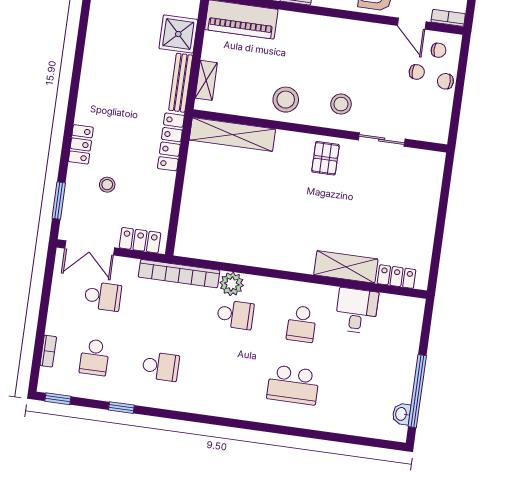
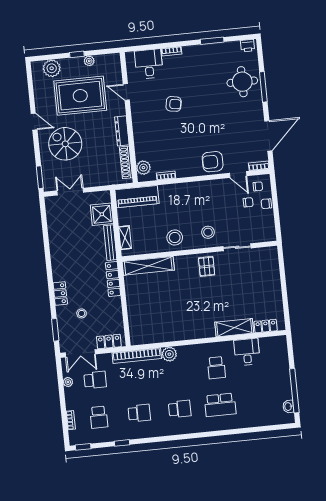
plant: (59, 289) -> (68, 382), added
school desk: (235, 315) -> (180, 409), moved

